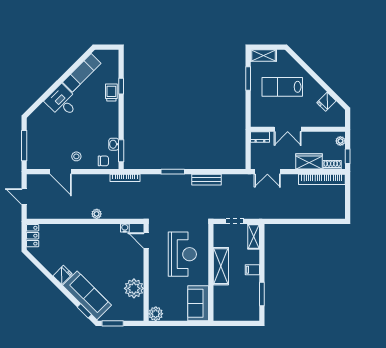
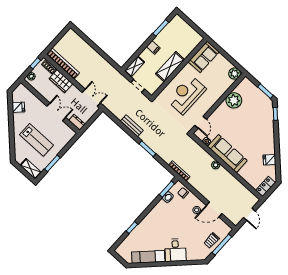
trolley: (111, 93) -> (211, 240), moved
door: (61, 172) -> (214, 209), swing flipped
fridge: (63, 275) -> (270, 160), moved
sofa: (87, 295) -> (227, 154), moved, turned 135

